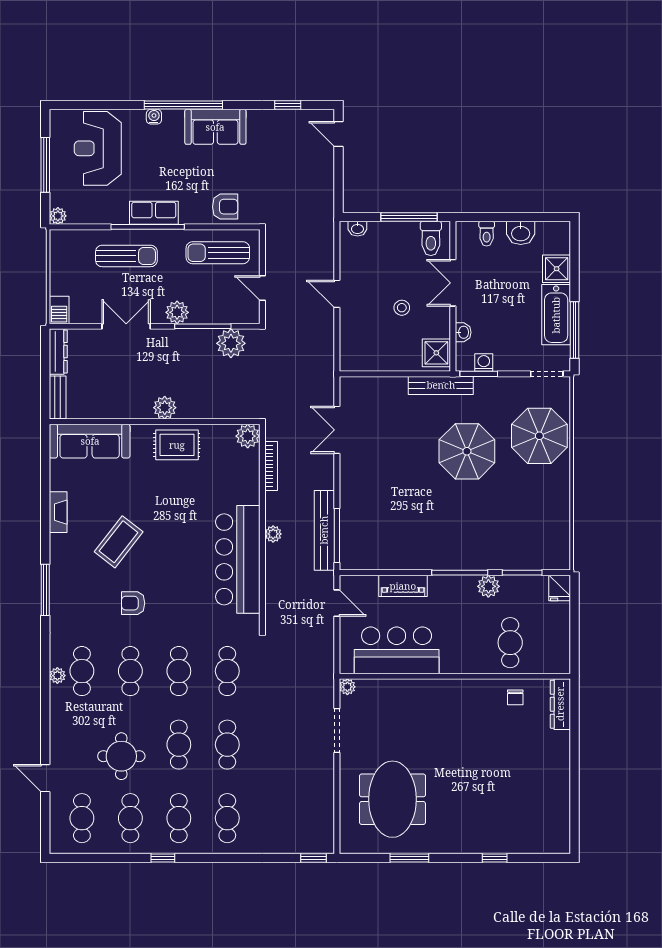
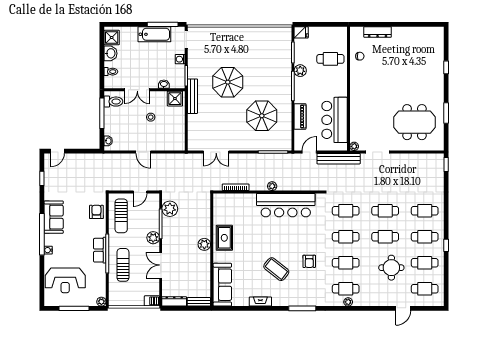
shower: (557, 269) -> (112, 37), moved
door: (337, 294) -> (143, 152), hinge flipped
washing machine: (484, 363) -> (180, 59), moved
plant: (248, 436) -> (220, 200), removed
parasol: (539, 436) -> (262, 116), moved
bench: (324, 530) -> (339, 159), moved
dresser: (560, 704) -> (378, 32), moved

